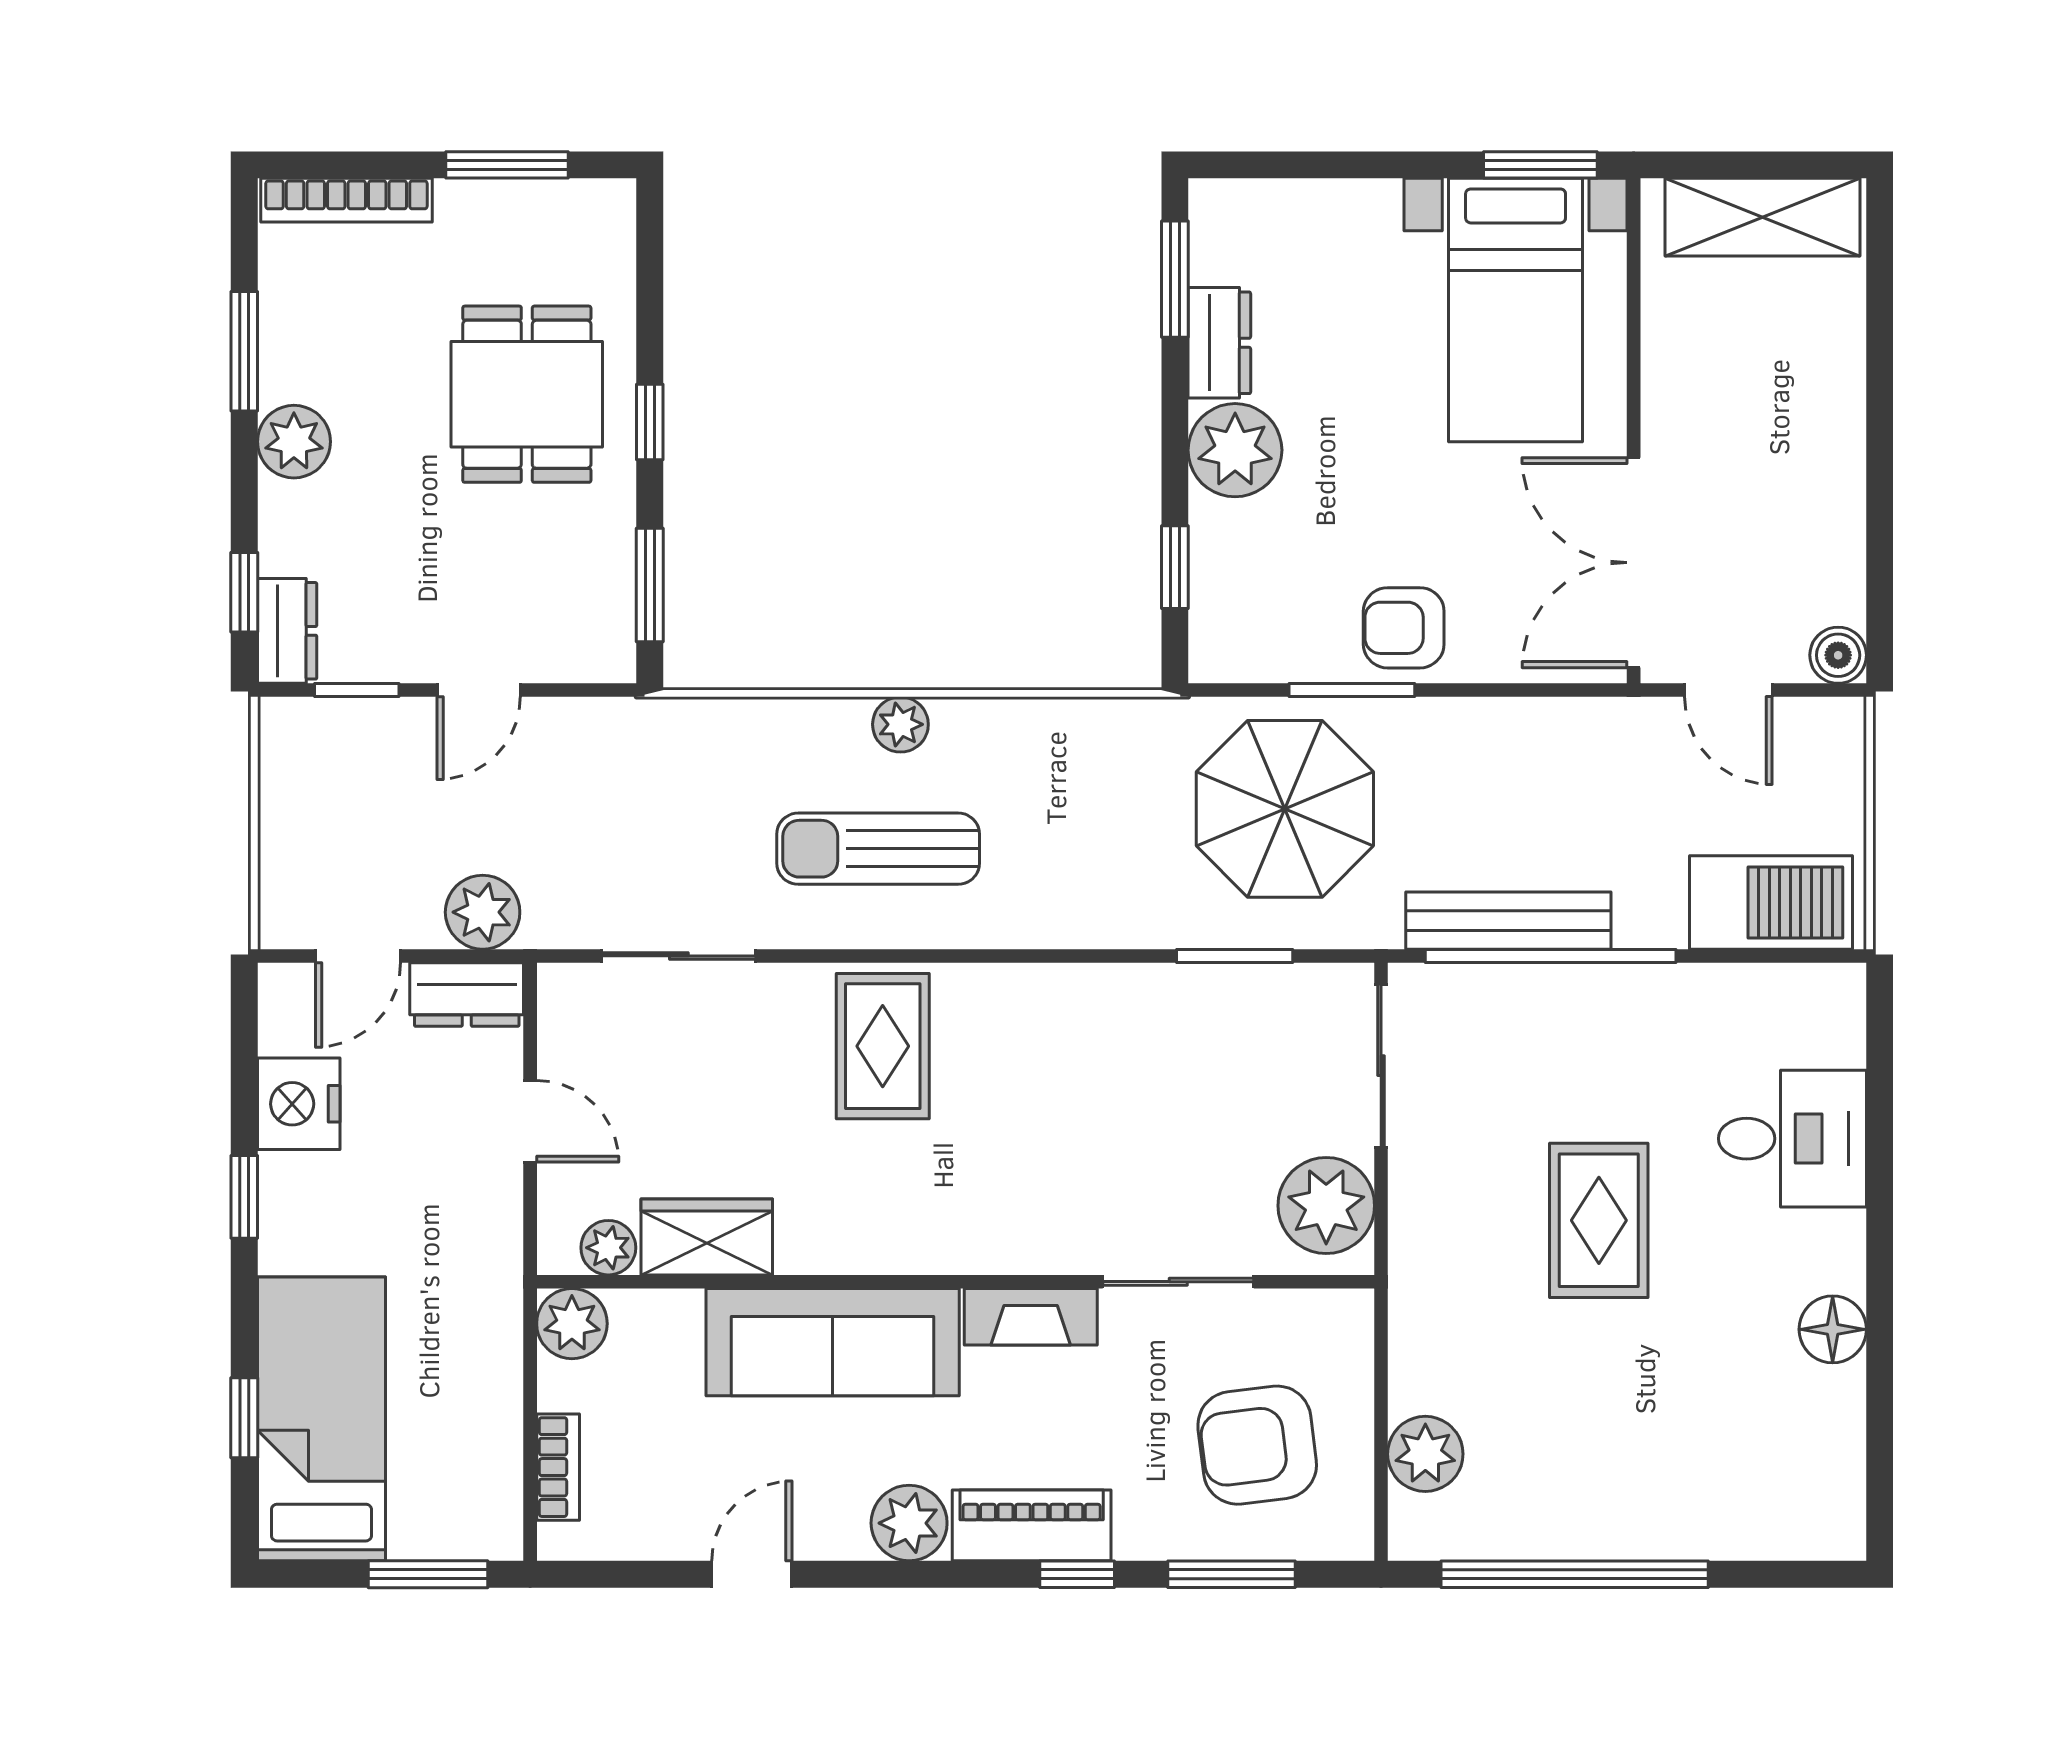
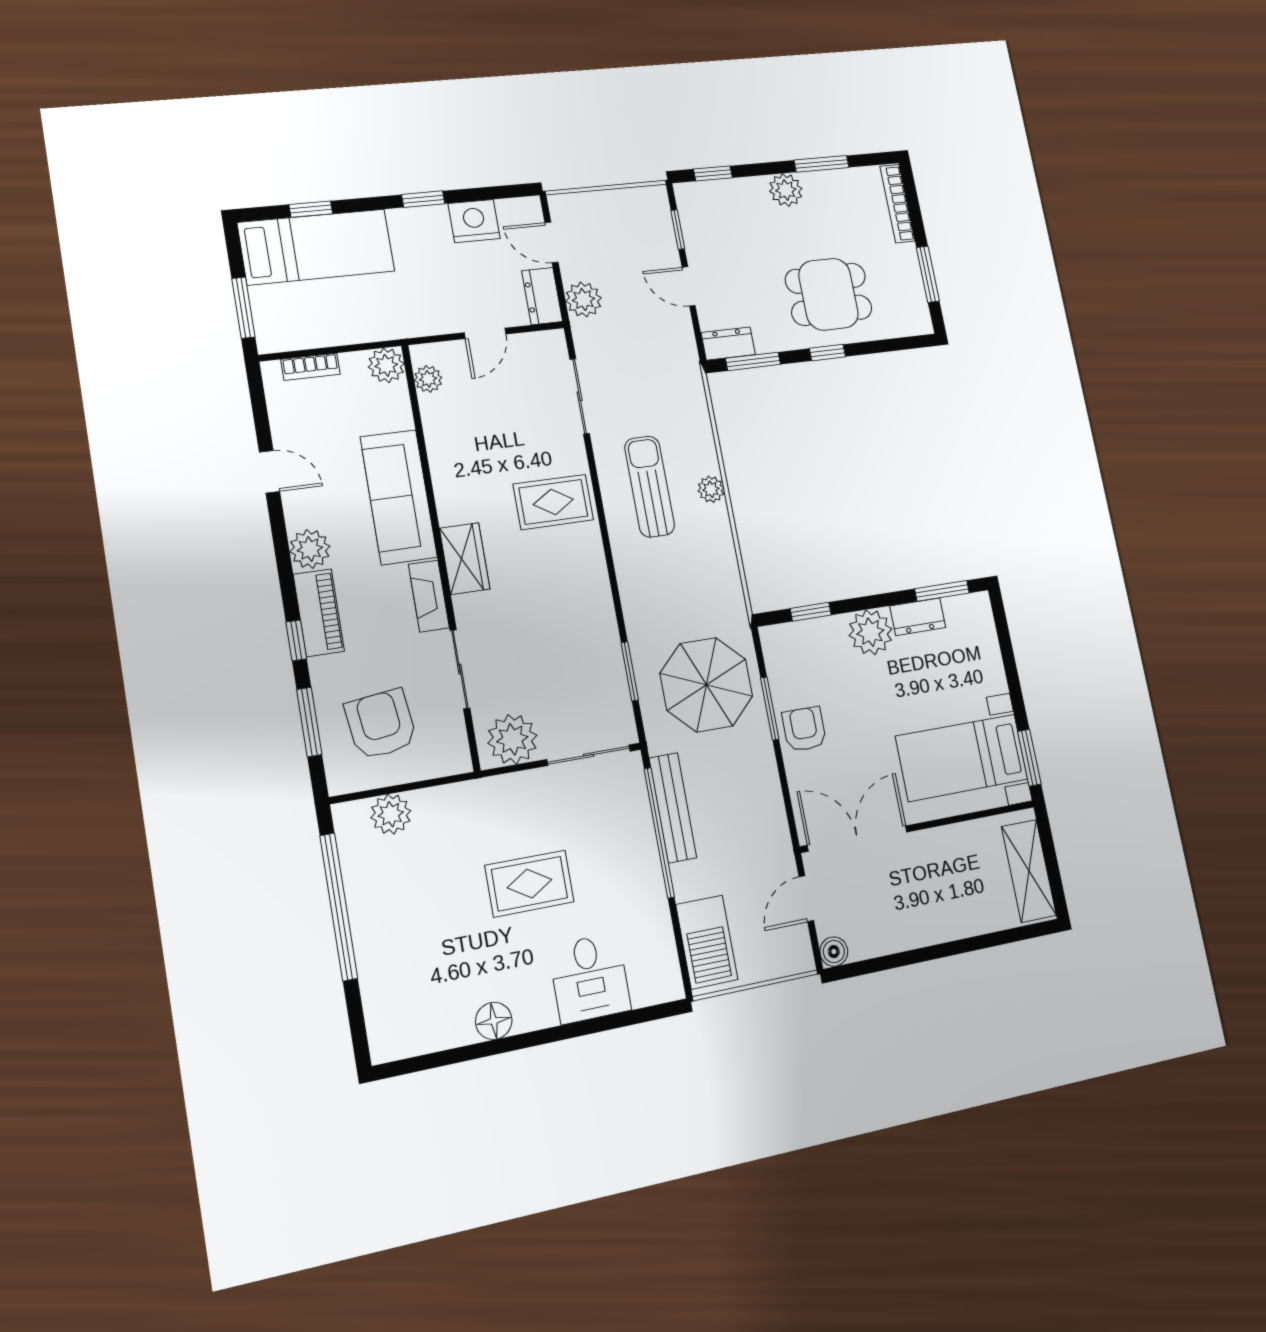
dresser: (287, 631) -> (728, 344), moved, turned 180
wardrobe: (707, 1237) -> (465, 559), moved

